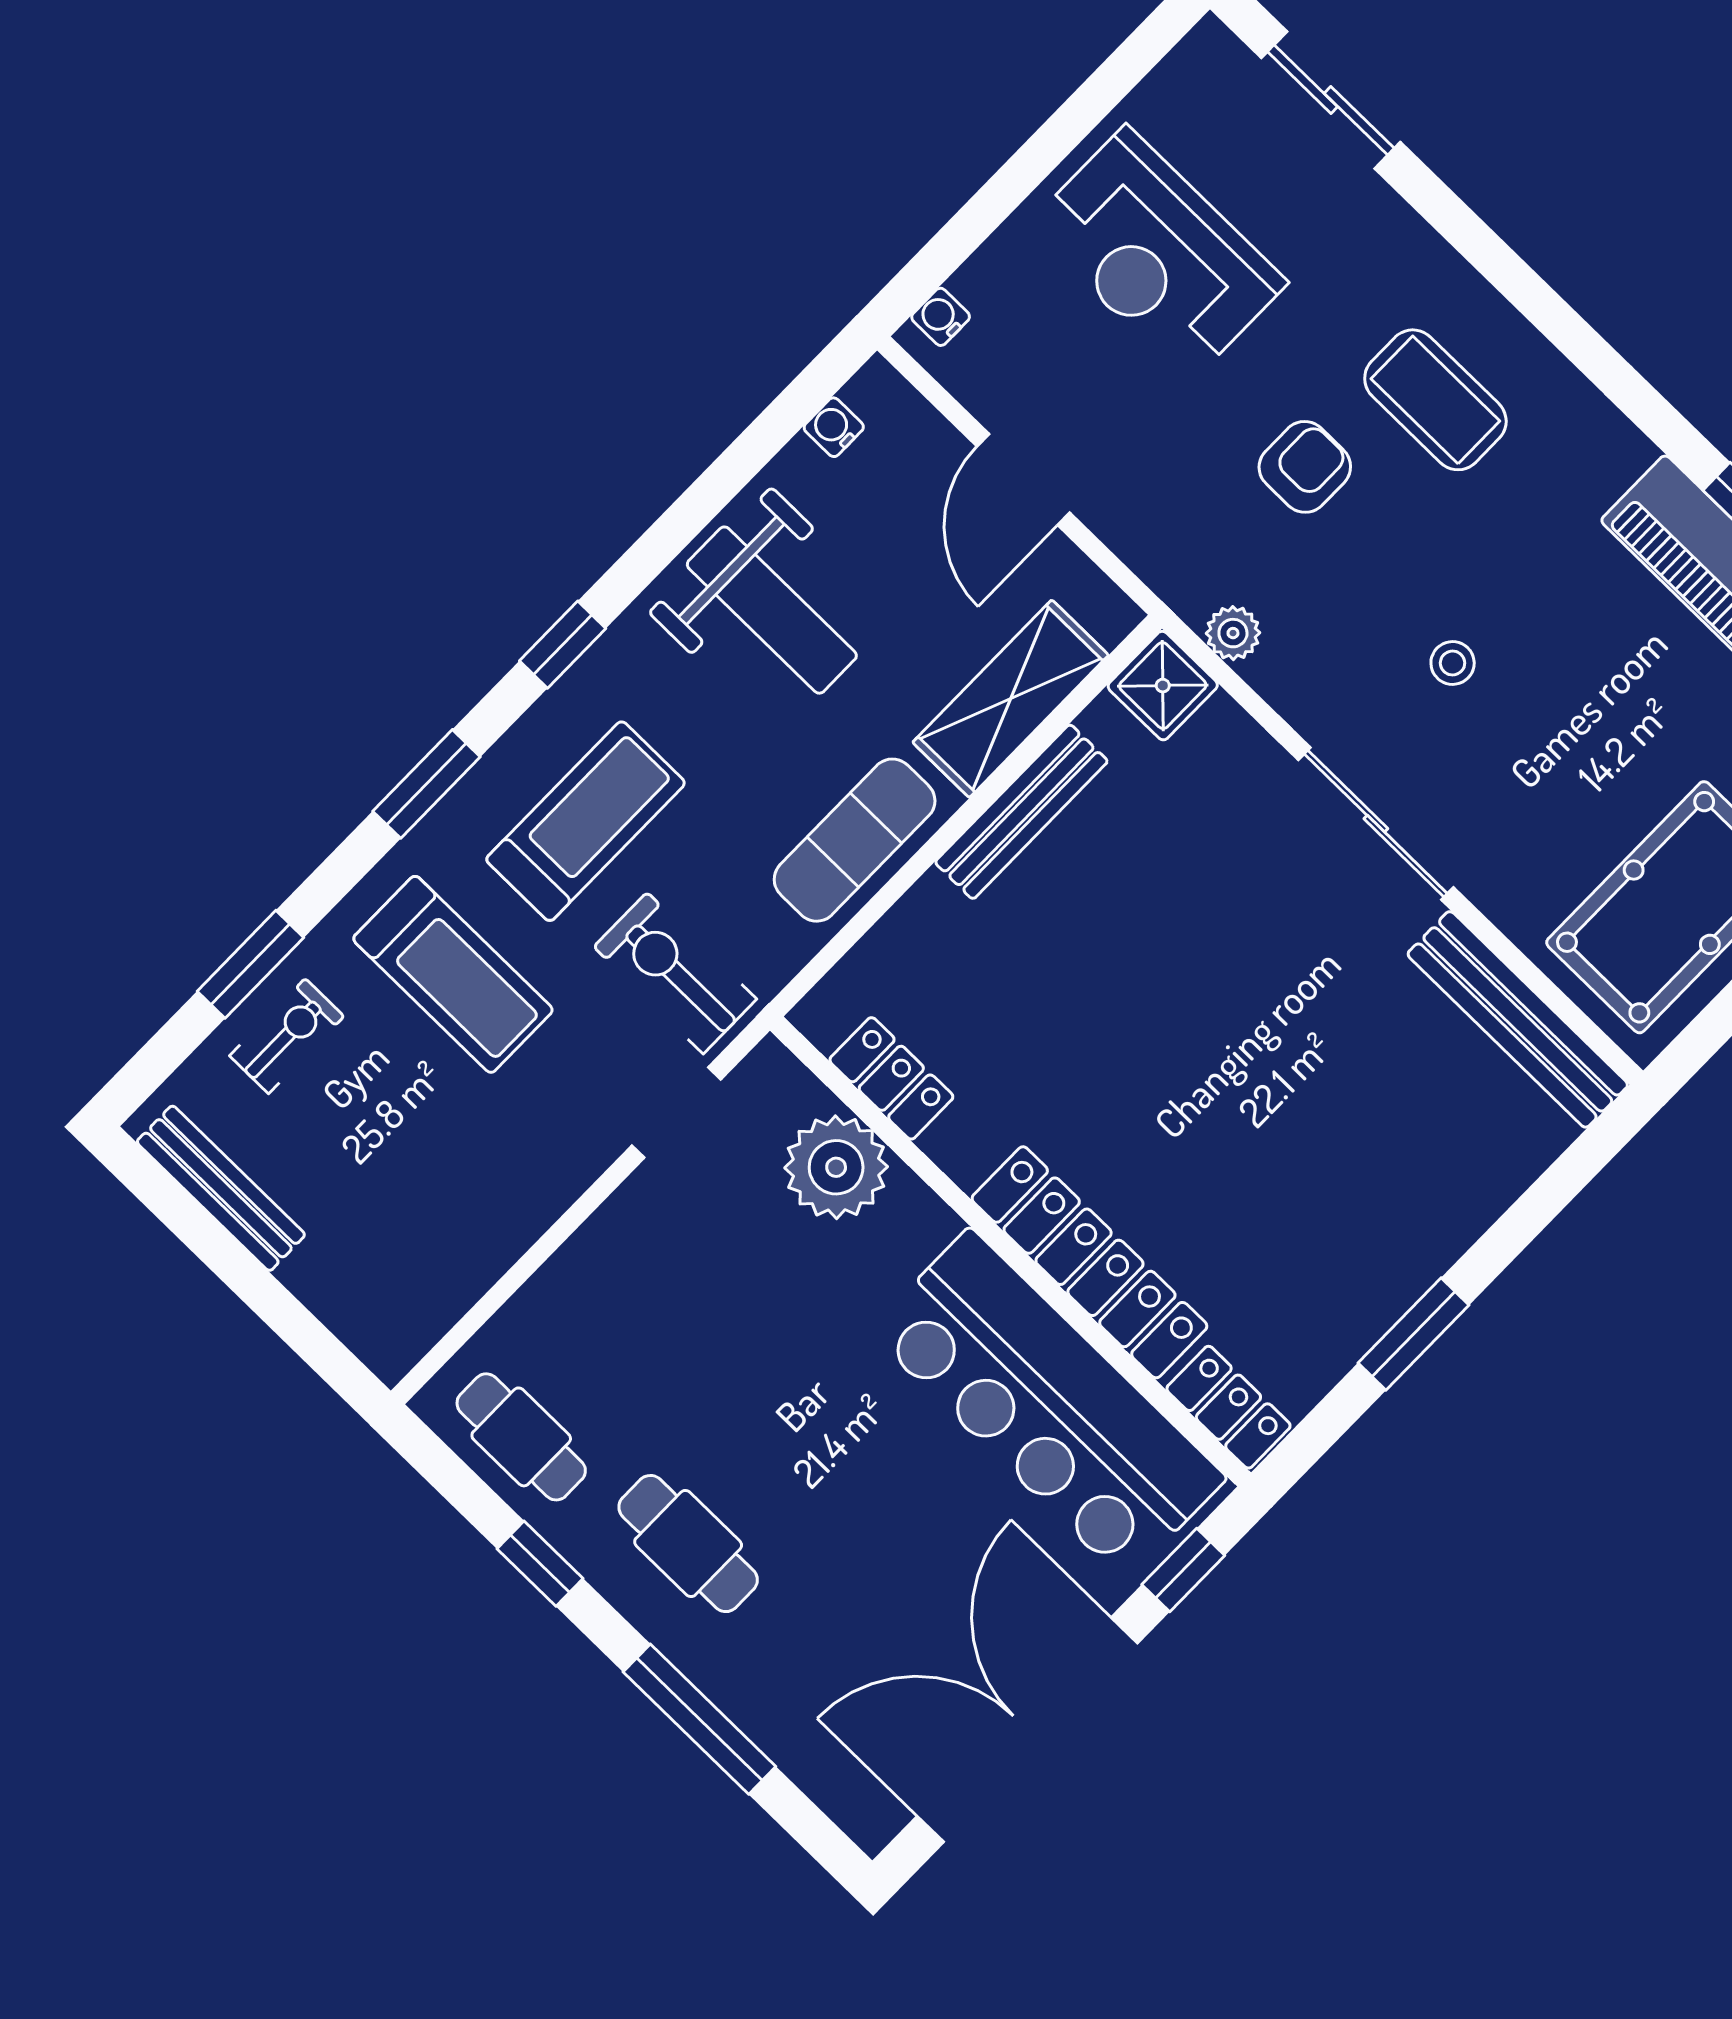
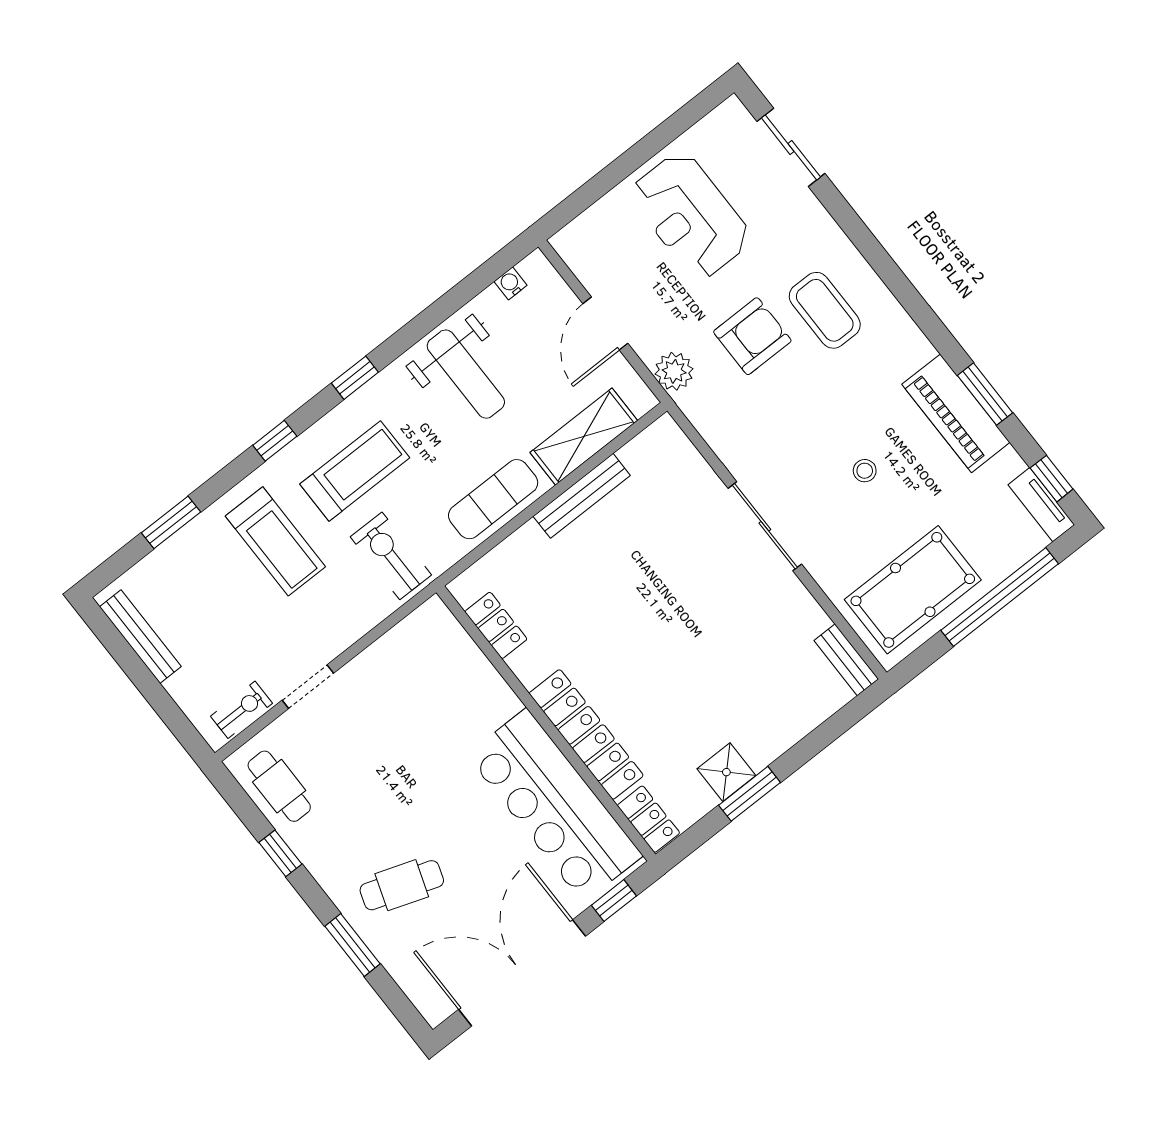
water cooler: (941, 317) -> (574, 233), removed
armchair: (1305, 467) -> (752, 336), width x1.38, depth x1.38
plant: (1233, 633) -> (674, 371), moved, width x1.38, depth x1.38
stool: (1453, 663) -> (865, 471), moved
shower: (1163, 686) -> (726, 772), moved
window: (427, 784) -> (275, 441), width x0.67
bench: (1518, 1019) -> (846, 660), width x0.54, depth x0.82
exercise bike: (287, 1036) -> (242, 710), moved
doorway: (676, 1112) -> (308, 687), moved
plant: (836, 1167) -> (461, 668), removed
cafe table: (688, 1544) -> (402, 885), moved, turned -71
window: (699, 1719) -> (352, 945), width x0.69

